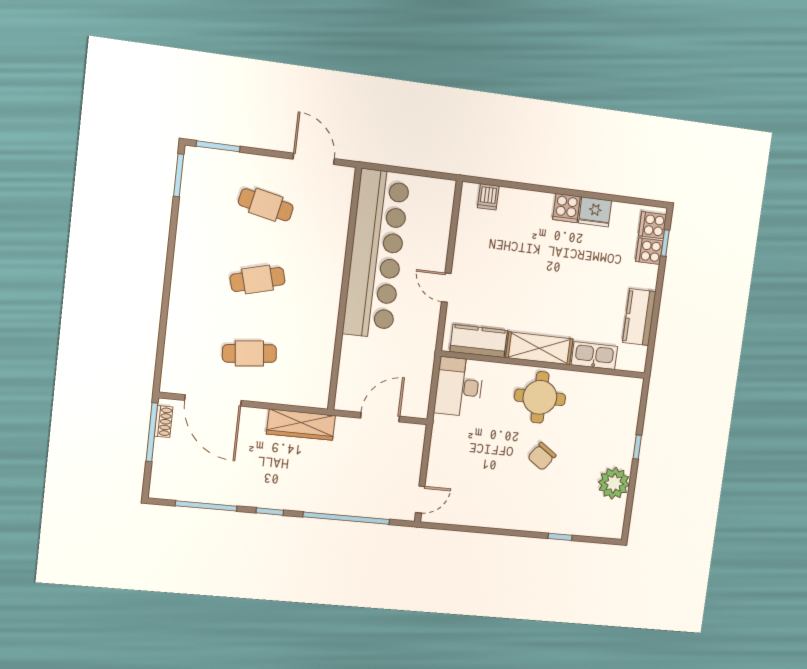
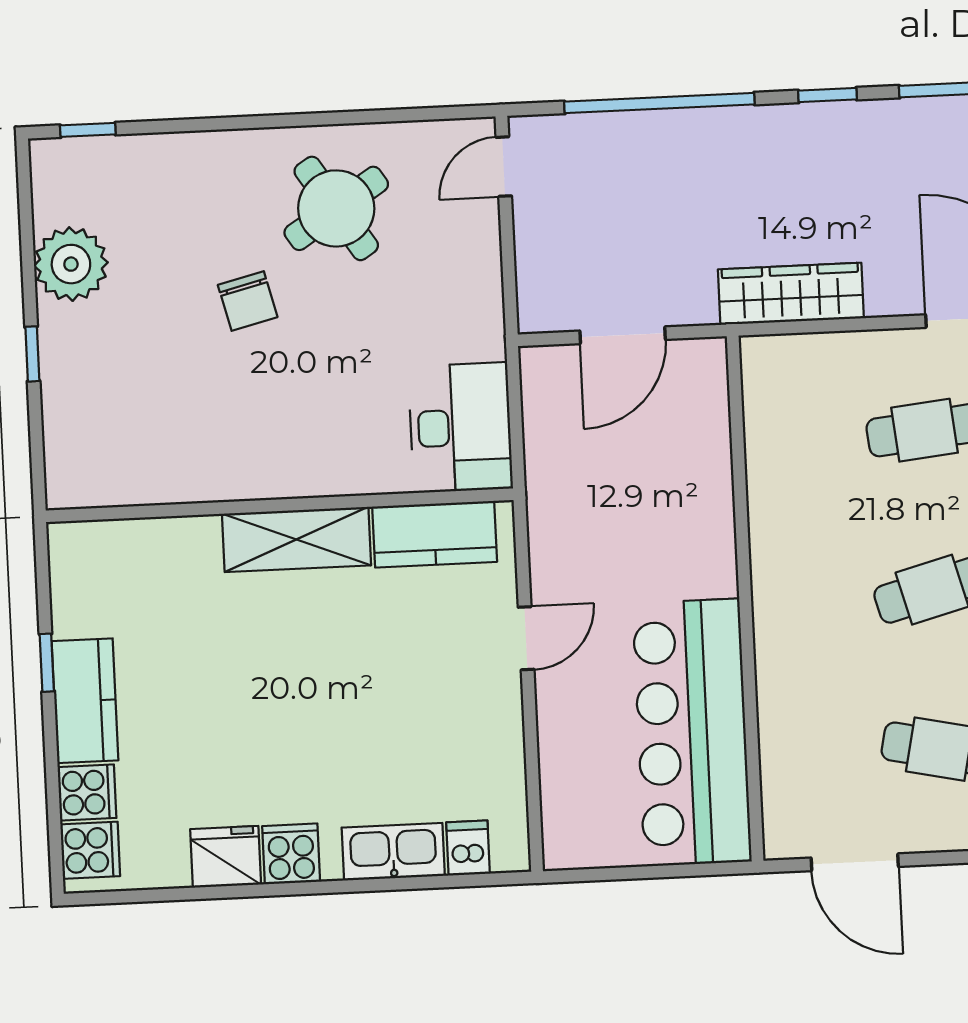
window: (665, 243) -> (47, 663), moved
bar counter: (376, 254) -> (692, 732), width x0.73
door: (446, 288) -> (526, 638), hinge flipped
kitchen counter: (639, 317) -> (85, 701), moved
kitchen sink: (594, 356) -> (393, 852), moved, turned 180
round table: (540, 397) -> (336, 208), moved, turned -33
chair: (542, 456) -> (248, 301), turned 131
window: (560, 537) -> (88, 130), moved

